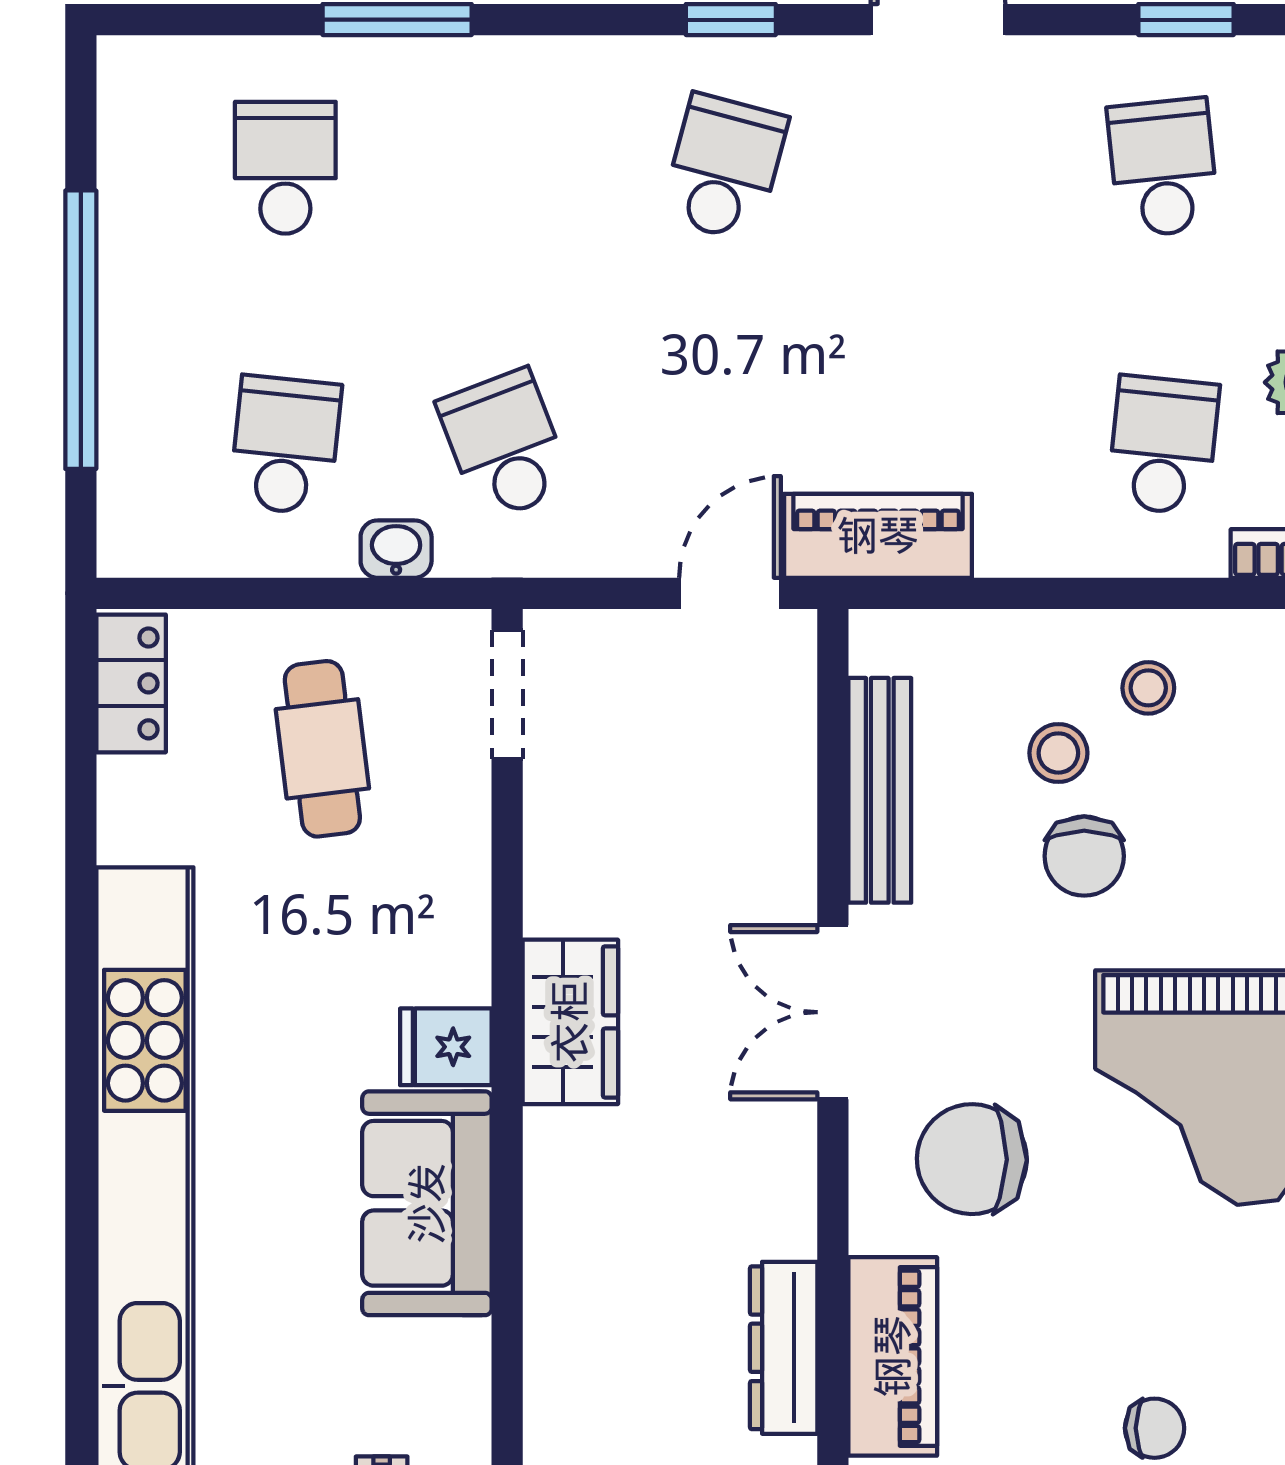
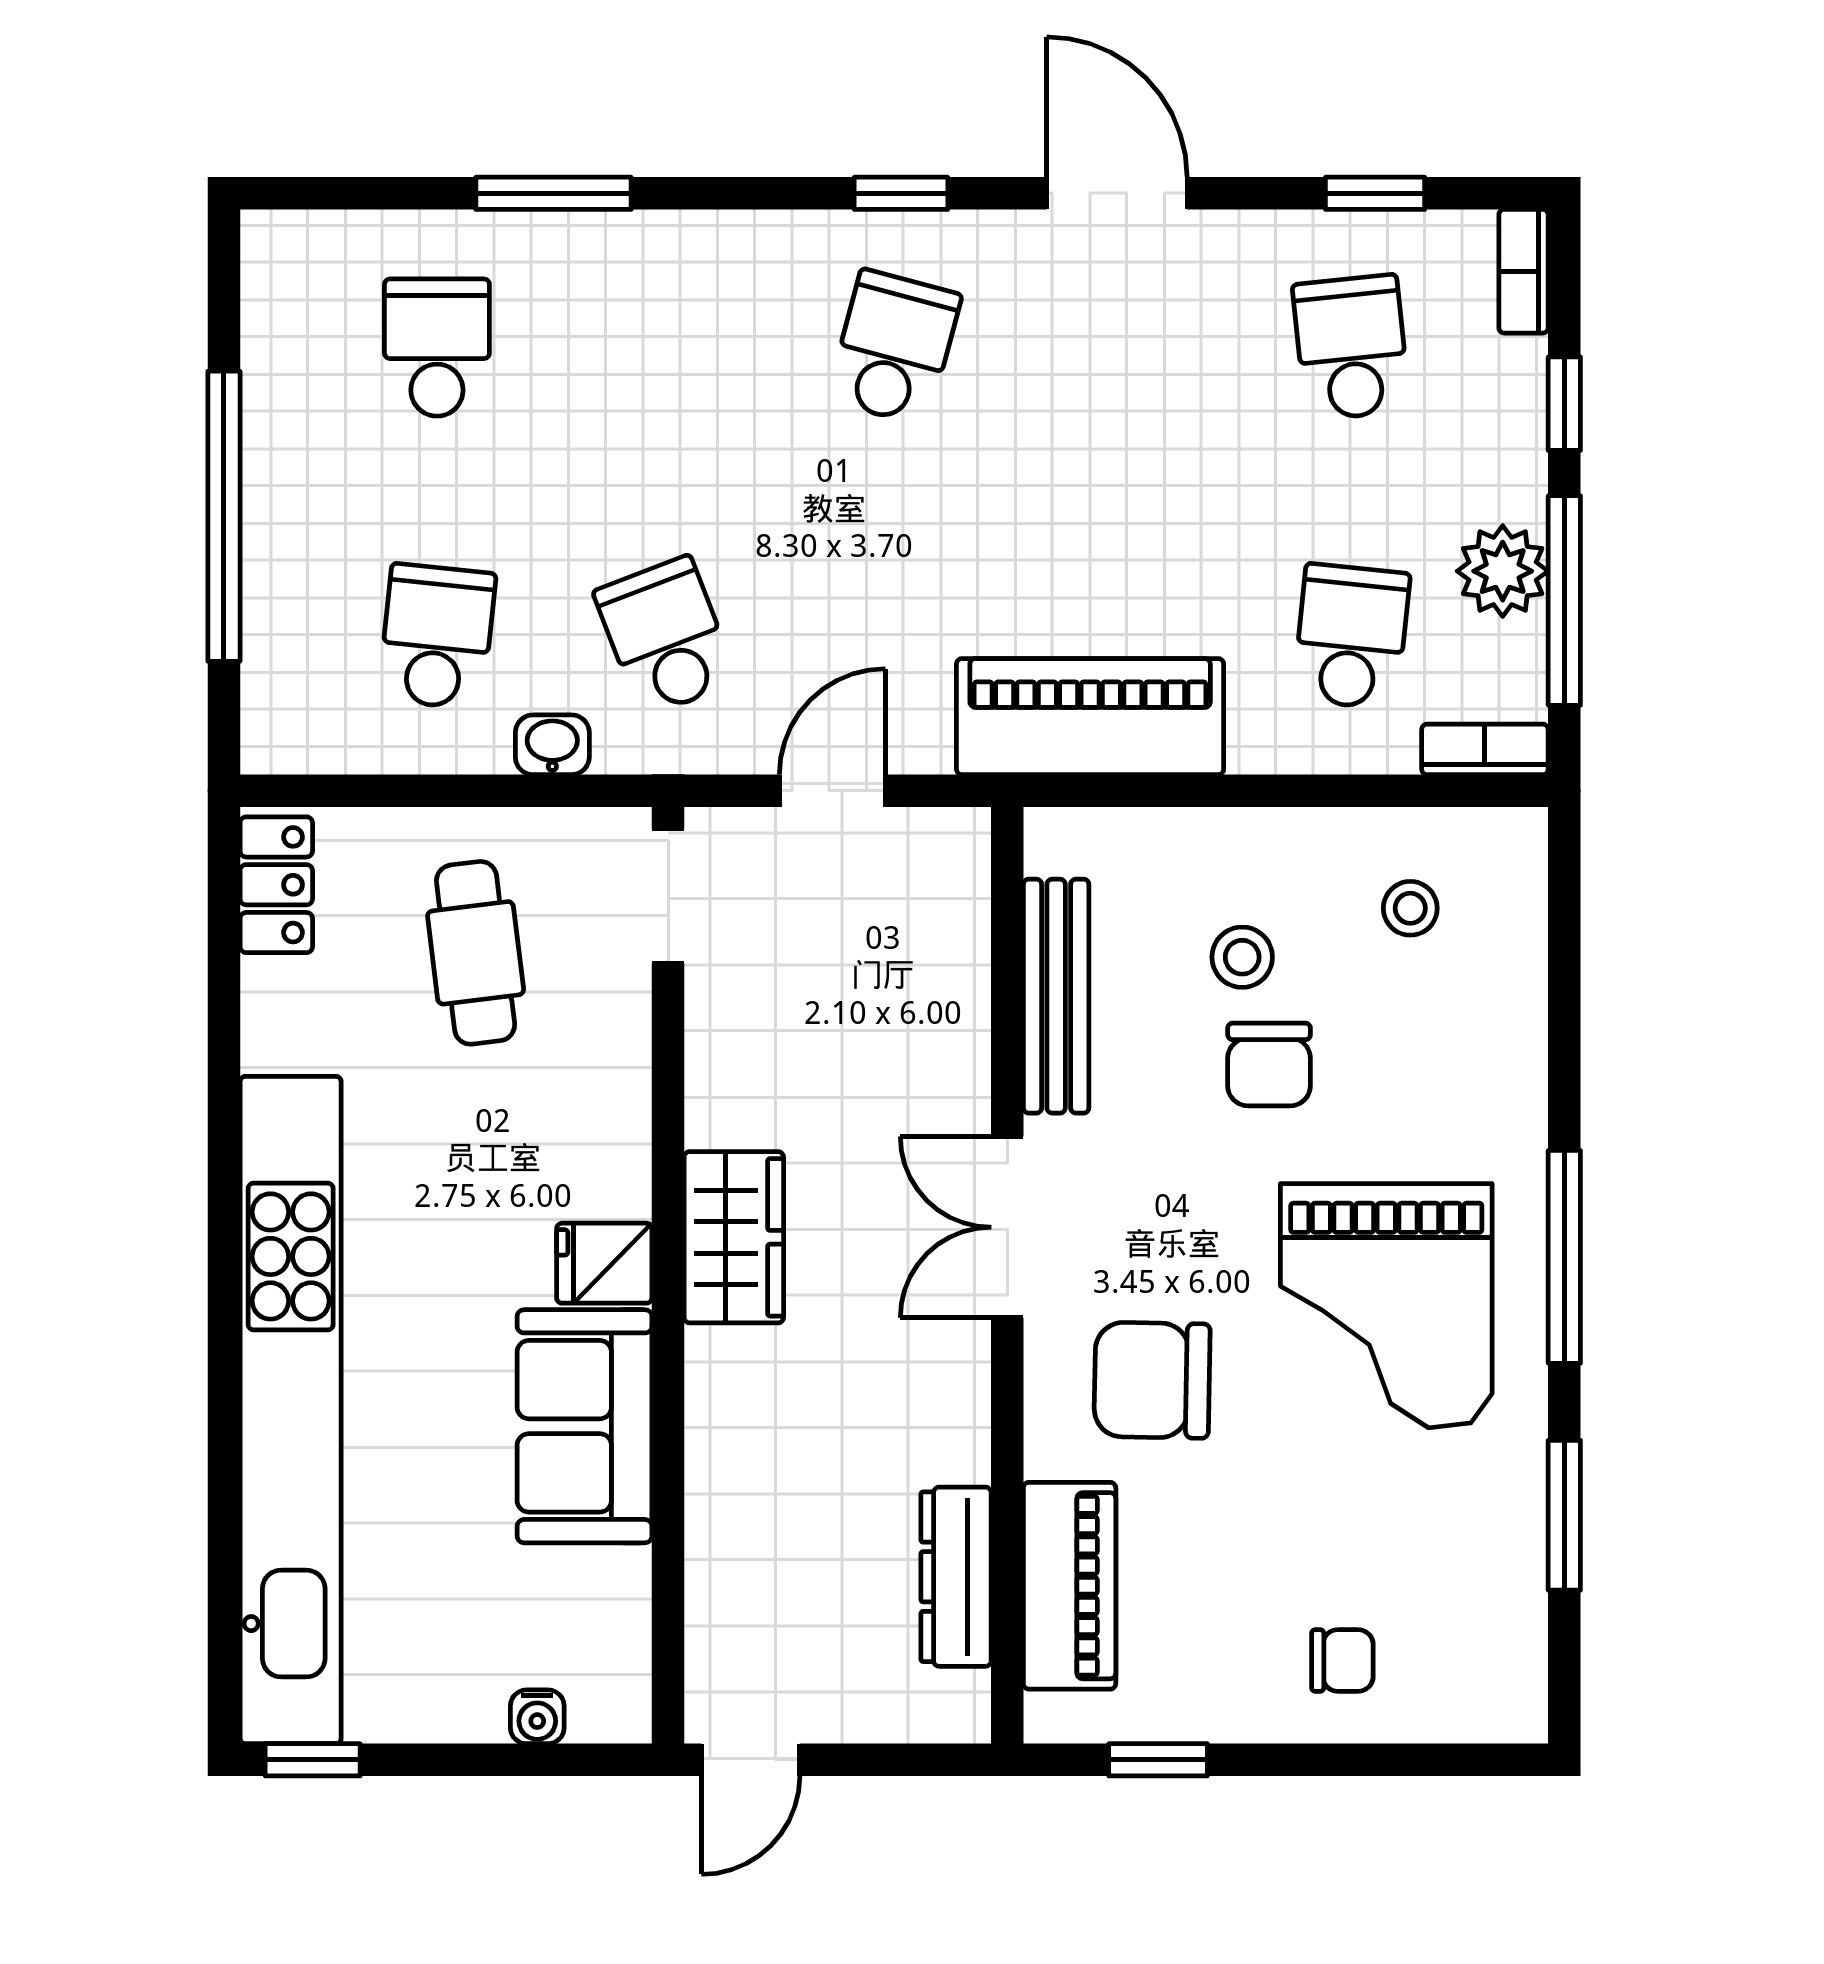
piano: (878, 536) -> (1090, 717), width x1.37, depth x1.33
door: (730, 593) -> (832, 791), moved
stool: (1148, 688) -> (1410, 908), moved

